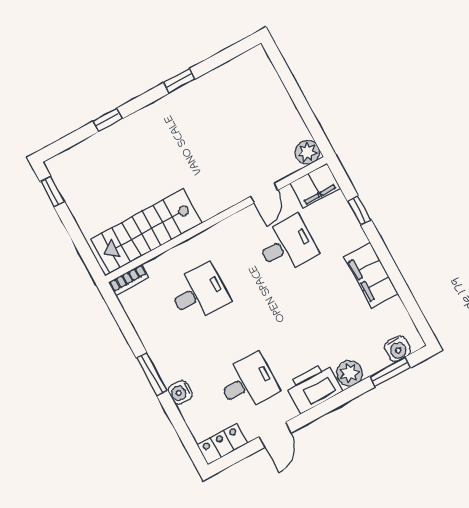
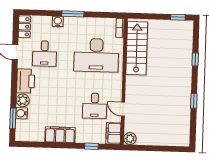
desk: (199, 293) -> (96, 55), width x1.87, depth x1.30
water cooler: (398, 349) -> (22, 113), moved

